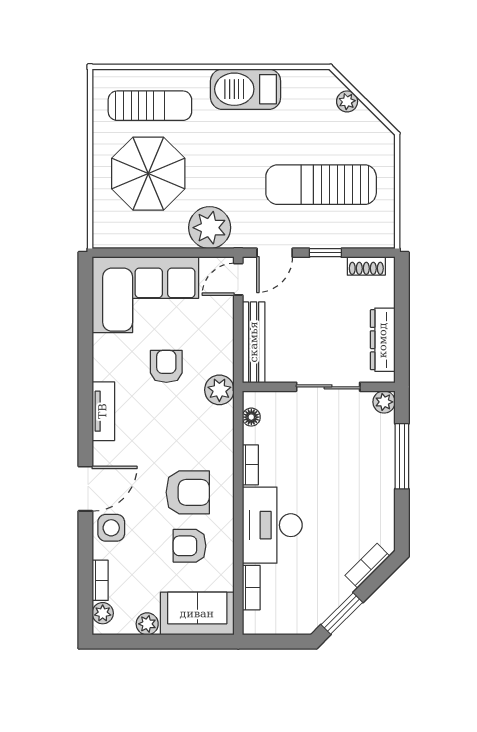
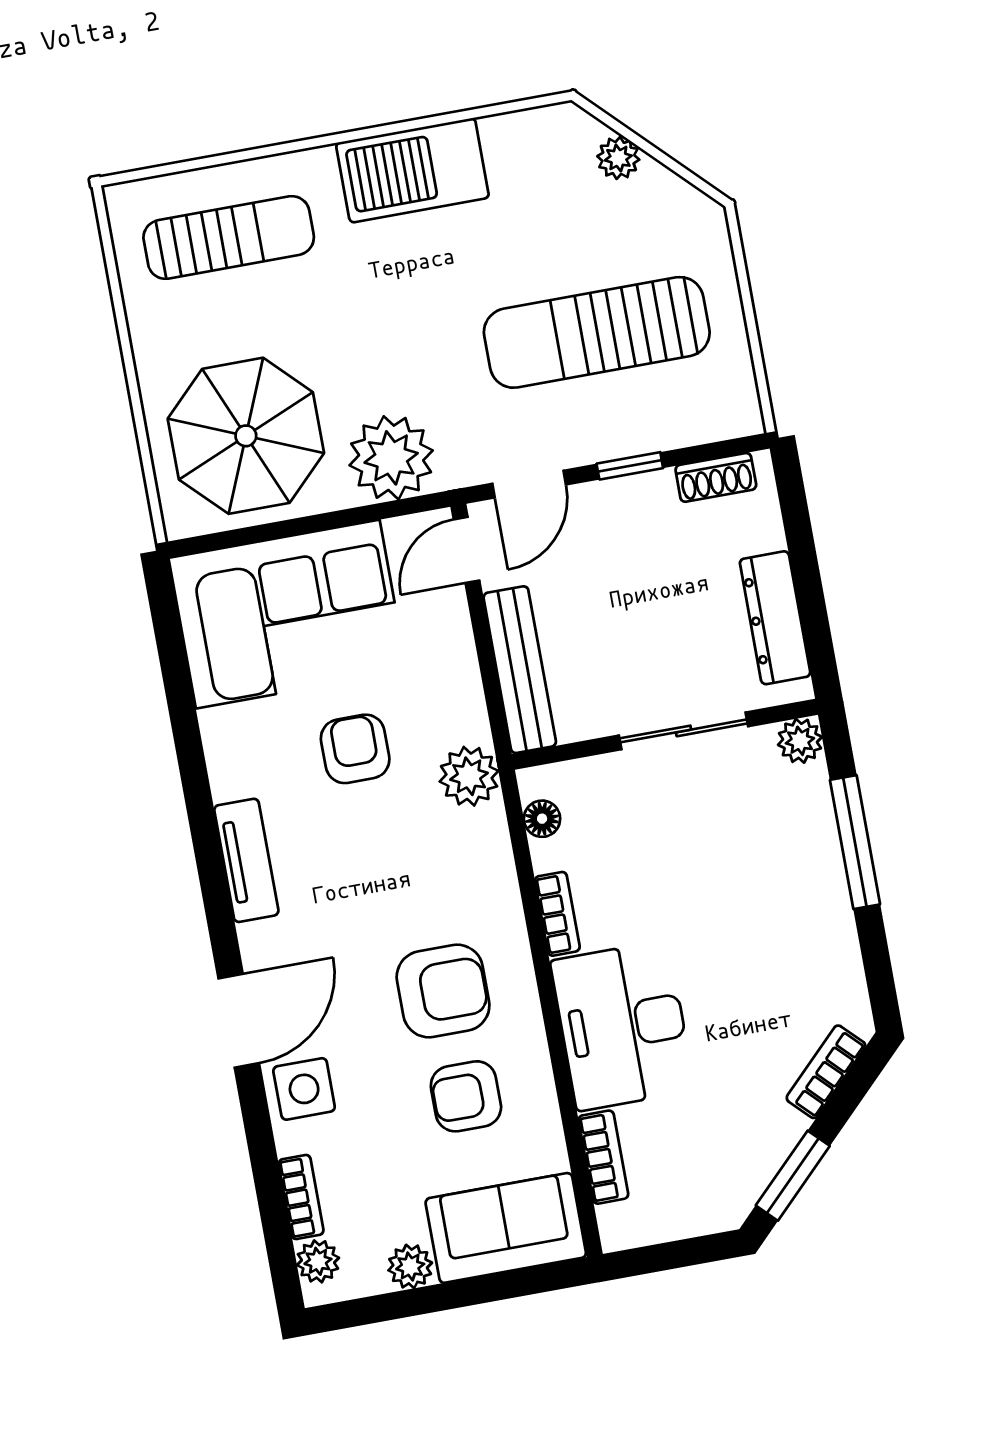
parasol: (148, 174) -> (246, 436), moved

